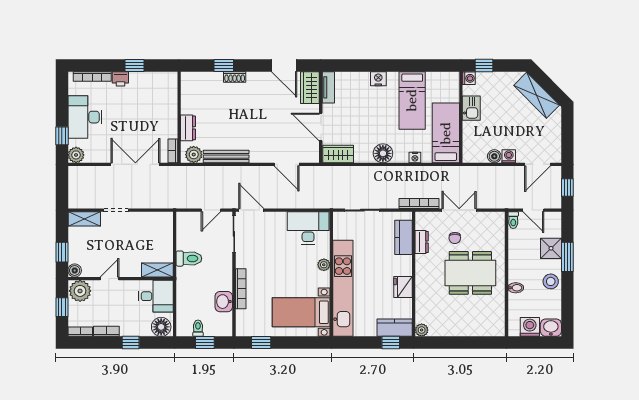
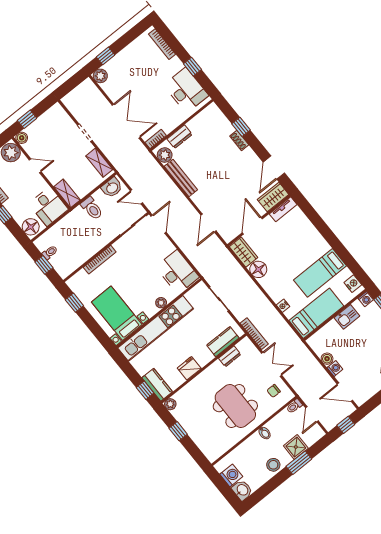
printer: (120, 79) -> (176, 64), removed
nightstand: (378, 79) -> (353, 284), moved
desk: (85, 117) -> (186, 90), moved, turned 90
floor lamp: (383, 153) -> (258, 269), moved
shelving: (84, 219) -> (99, 163), moved
chair: (455, 238) -> (274, 391), moved
bidet: (516, 288) -> (265, 433), moved
washbasin: (224, 302) -> (112, 188), moved, turned 180
window: (452, 343) -> (178, 431), added

